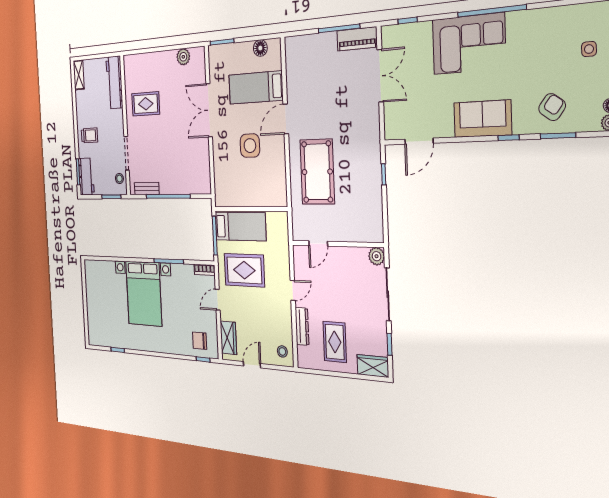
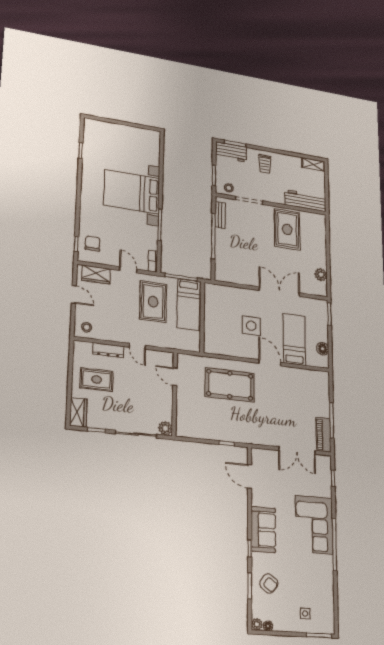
rug: (146, 104) -> (287, 229), width x1.36, depth x1.43

